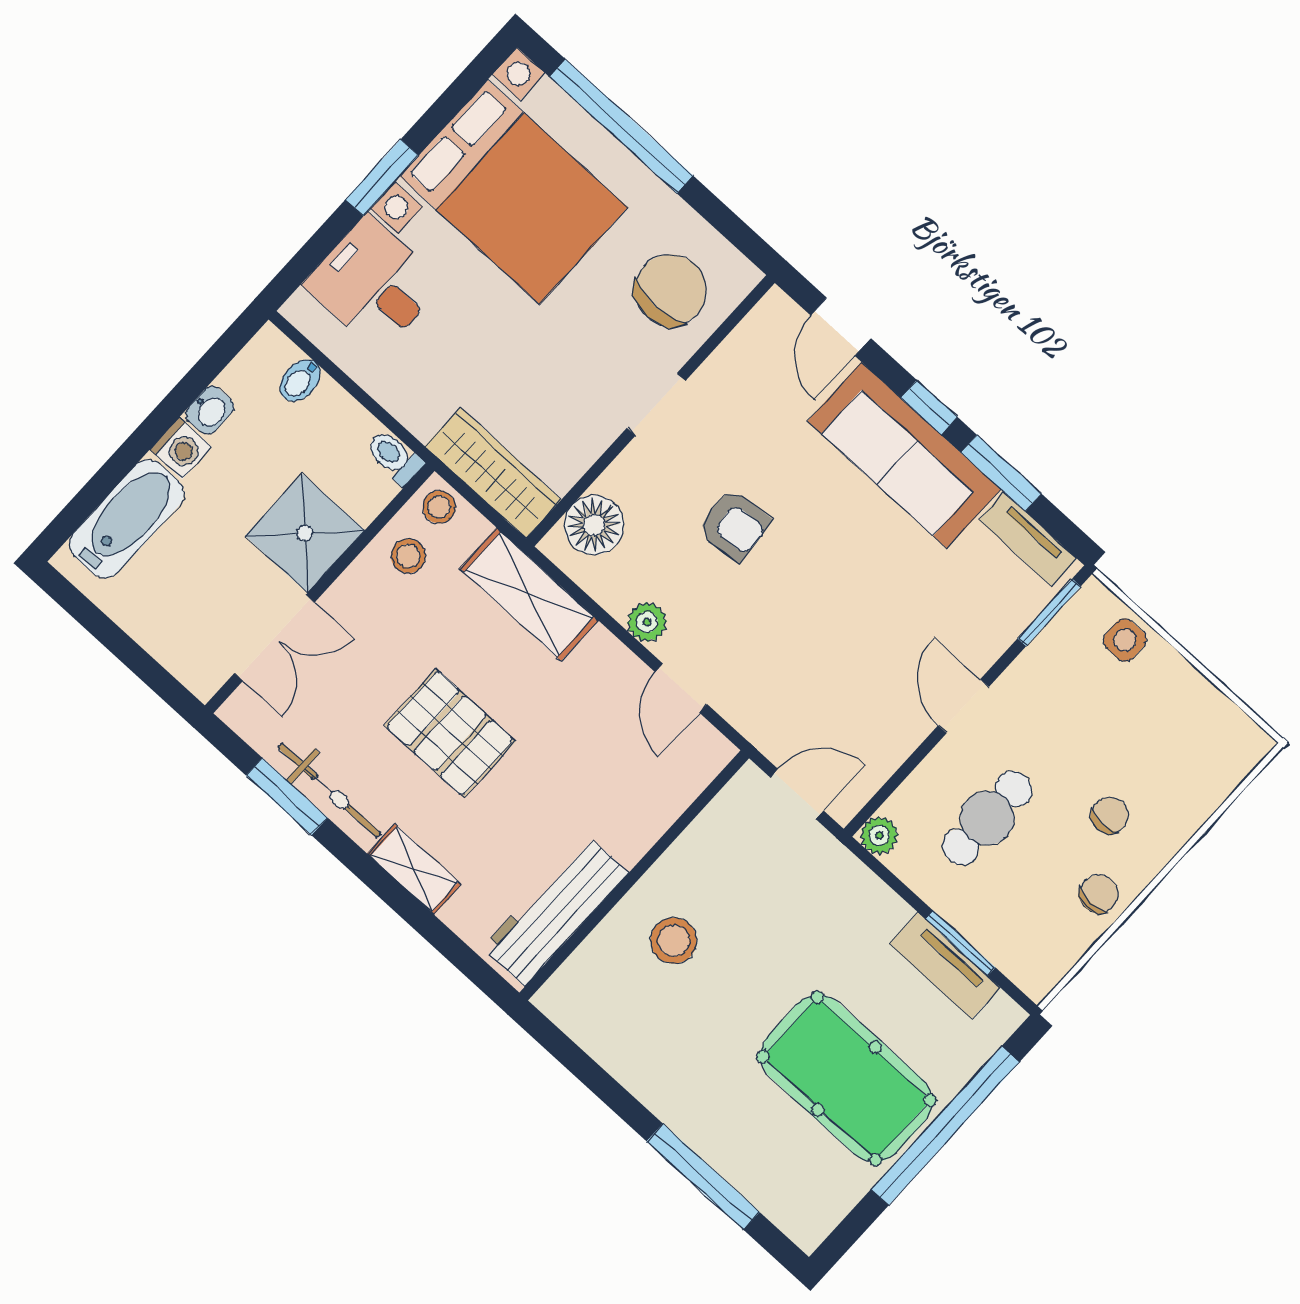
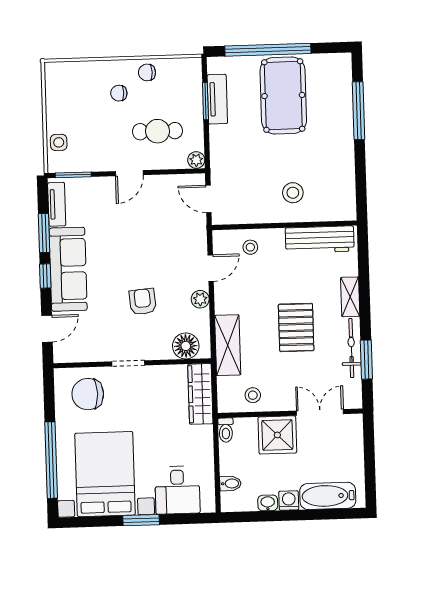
stool: (439, 507) -> (250, 247), moved

